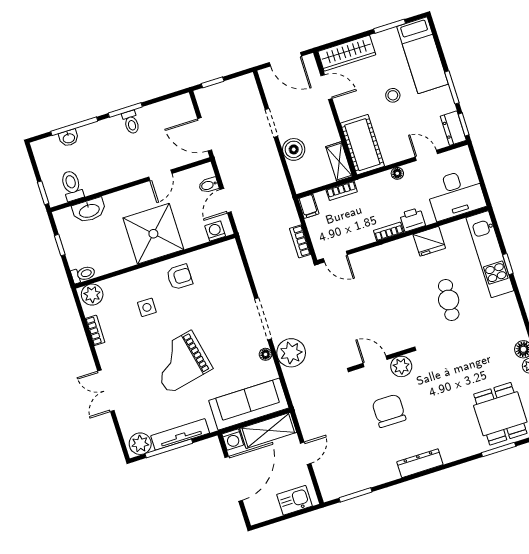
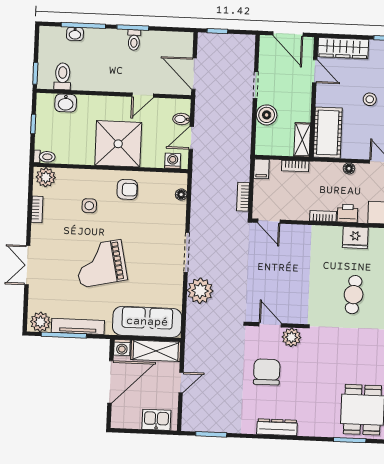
washbasin: (89, 210) -> (66, 103), width x0.72
floor lamp: (266, 354) -> (181, 195), moved

